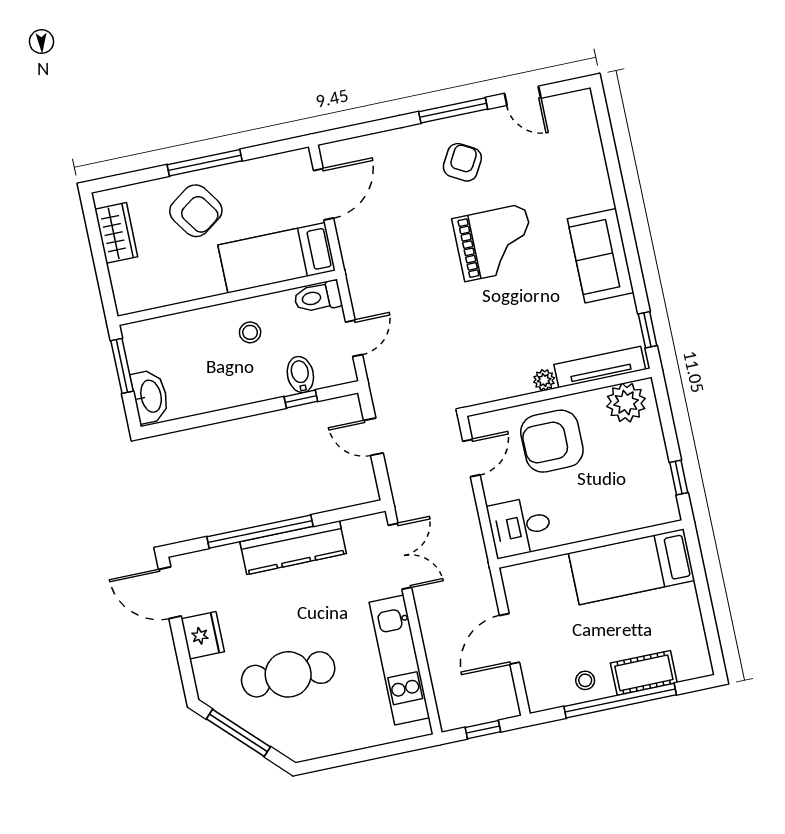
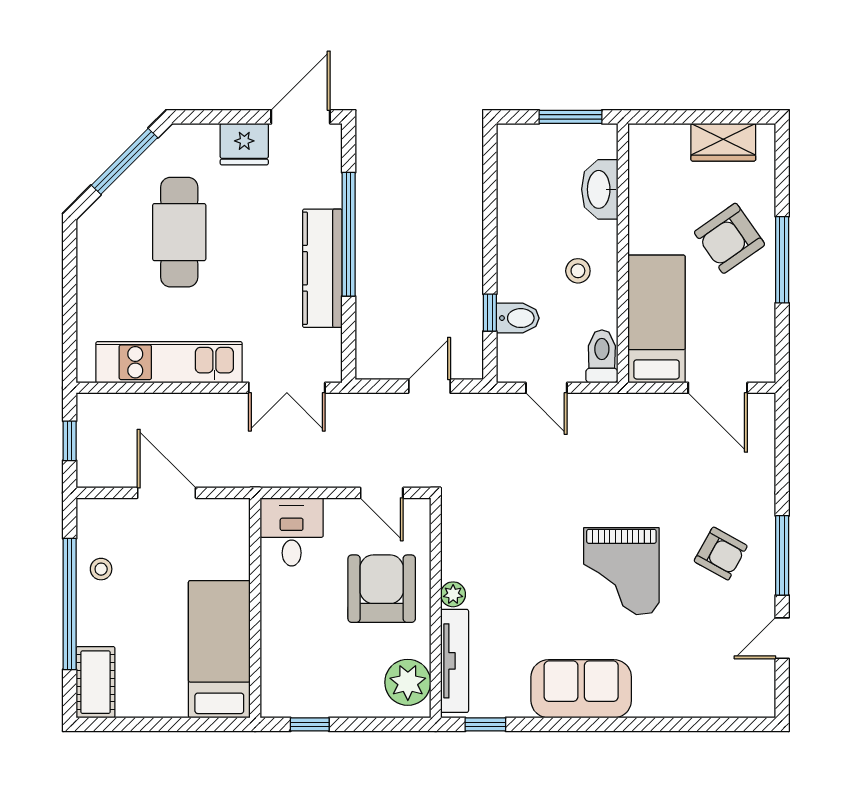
washbasin: (150, 396) -> (600, 189), moved, turned 90
cot: (644, 673) -> (96, 682), moved

